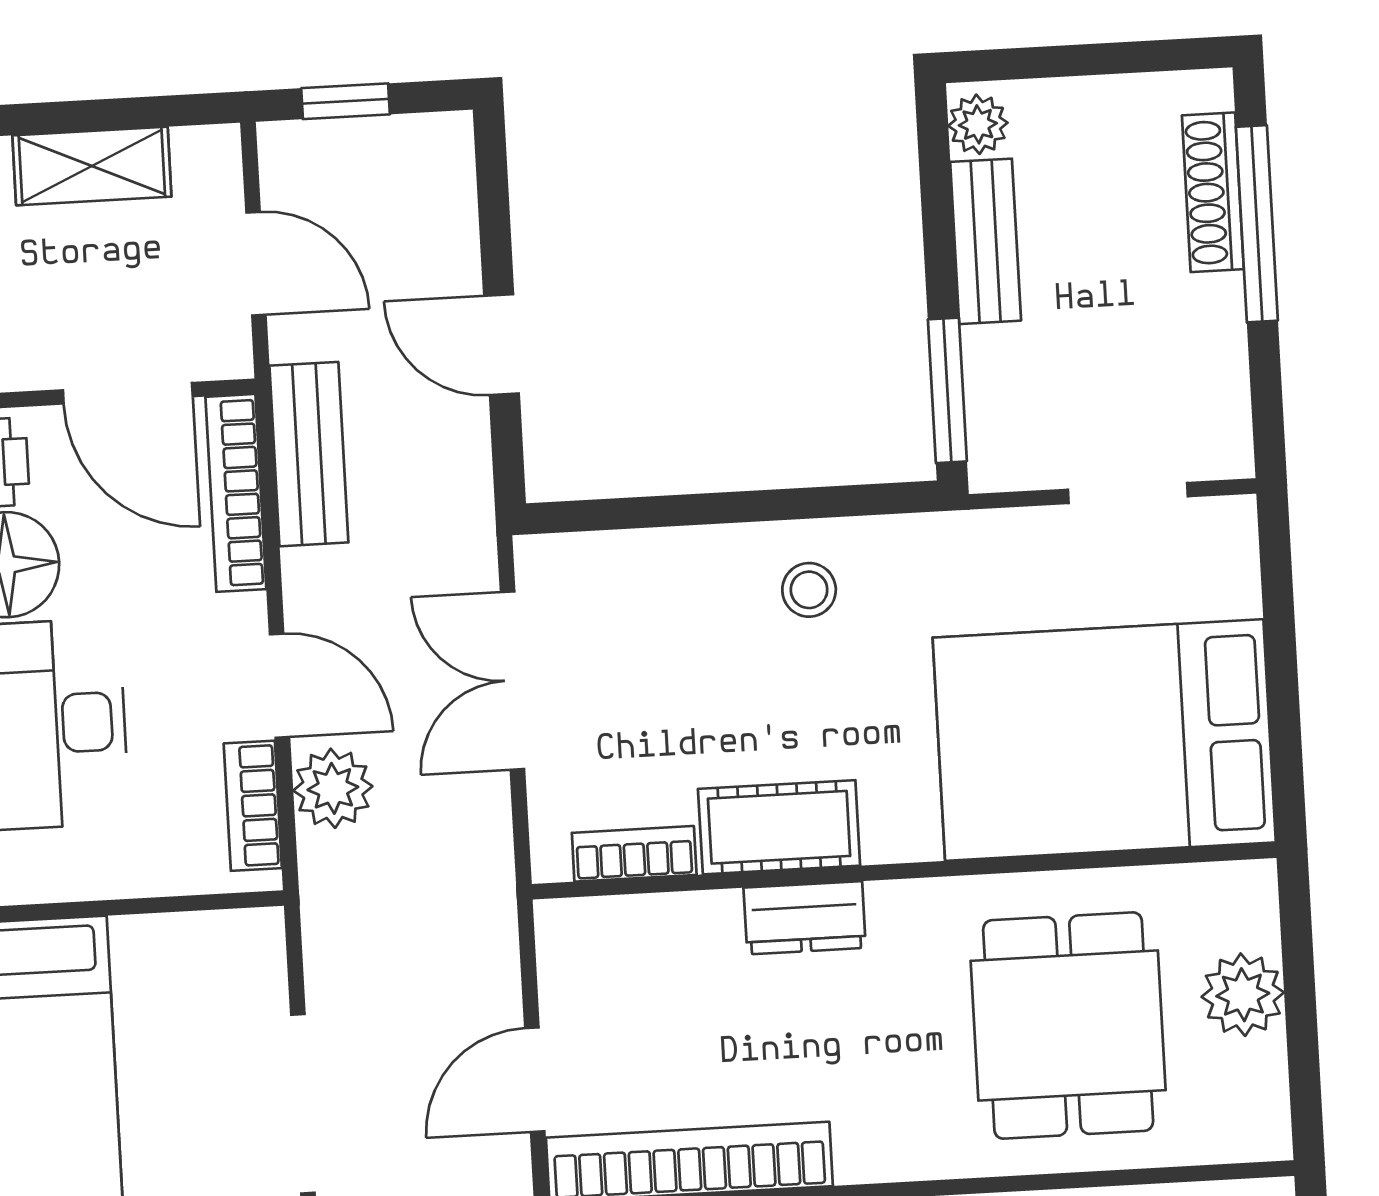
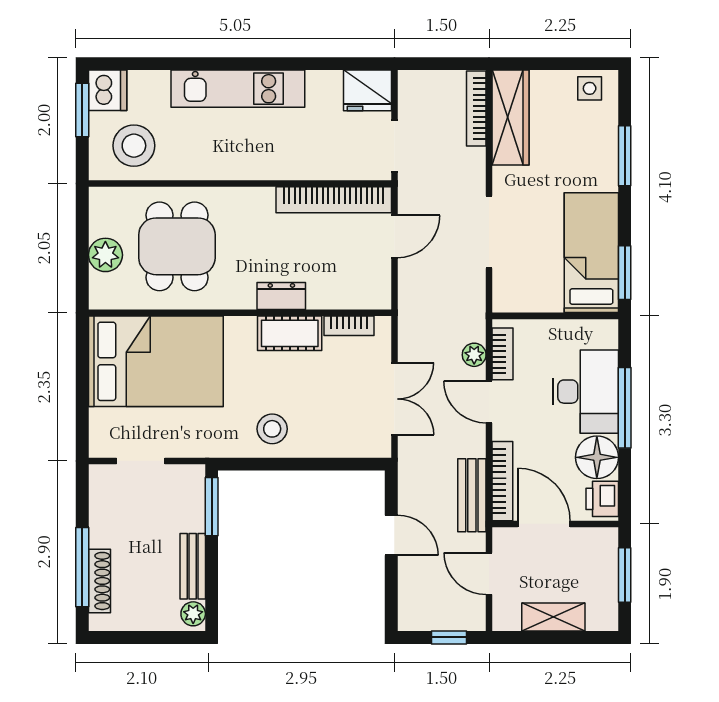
stool: (809, 590) -> (272, 429), width x1.37, depth x1.37
plant: (333, 788) -> (474, 355), width x0.73, depth x0.73

